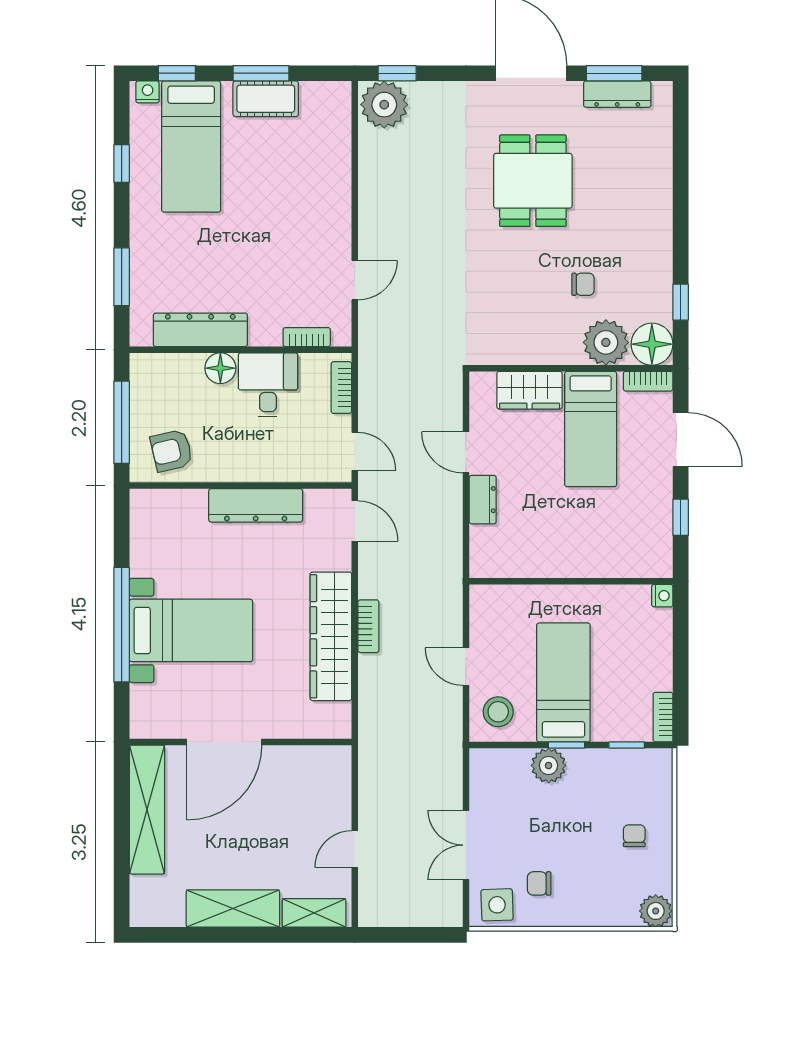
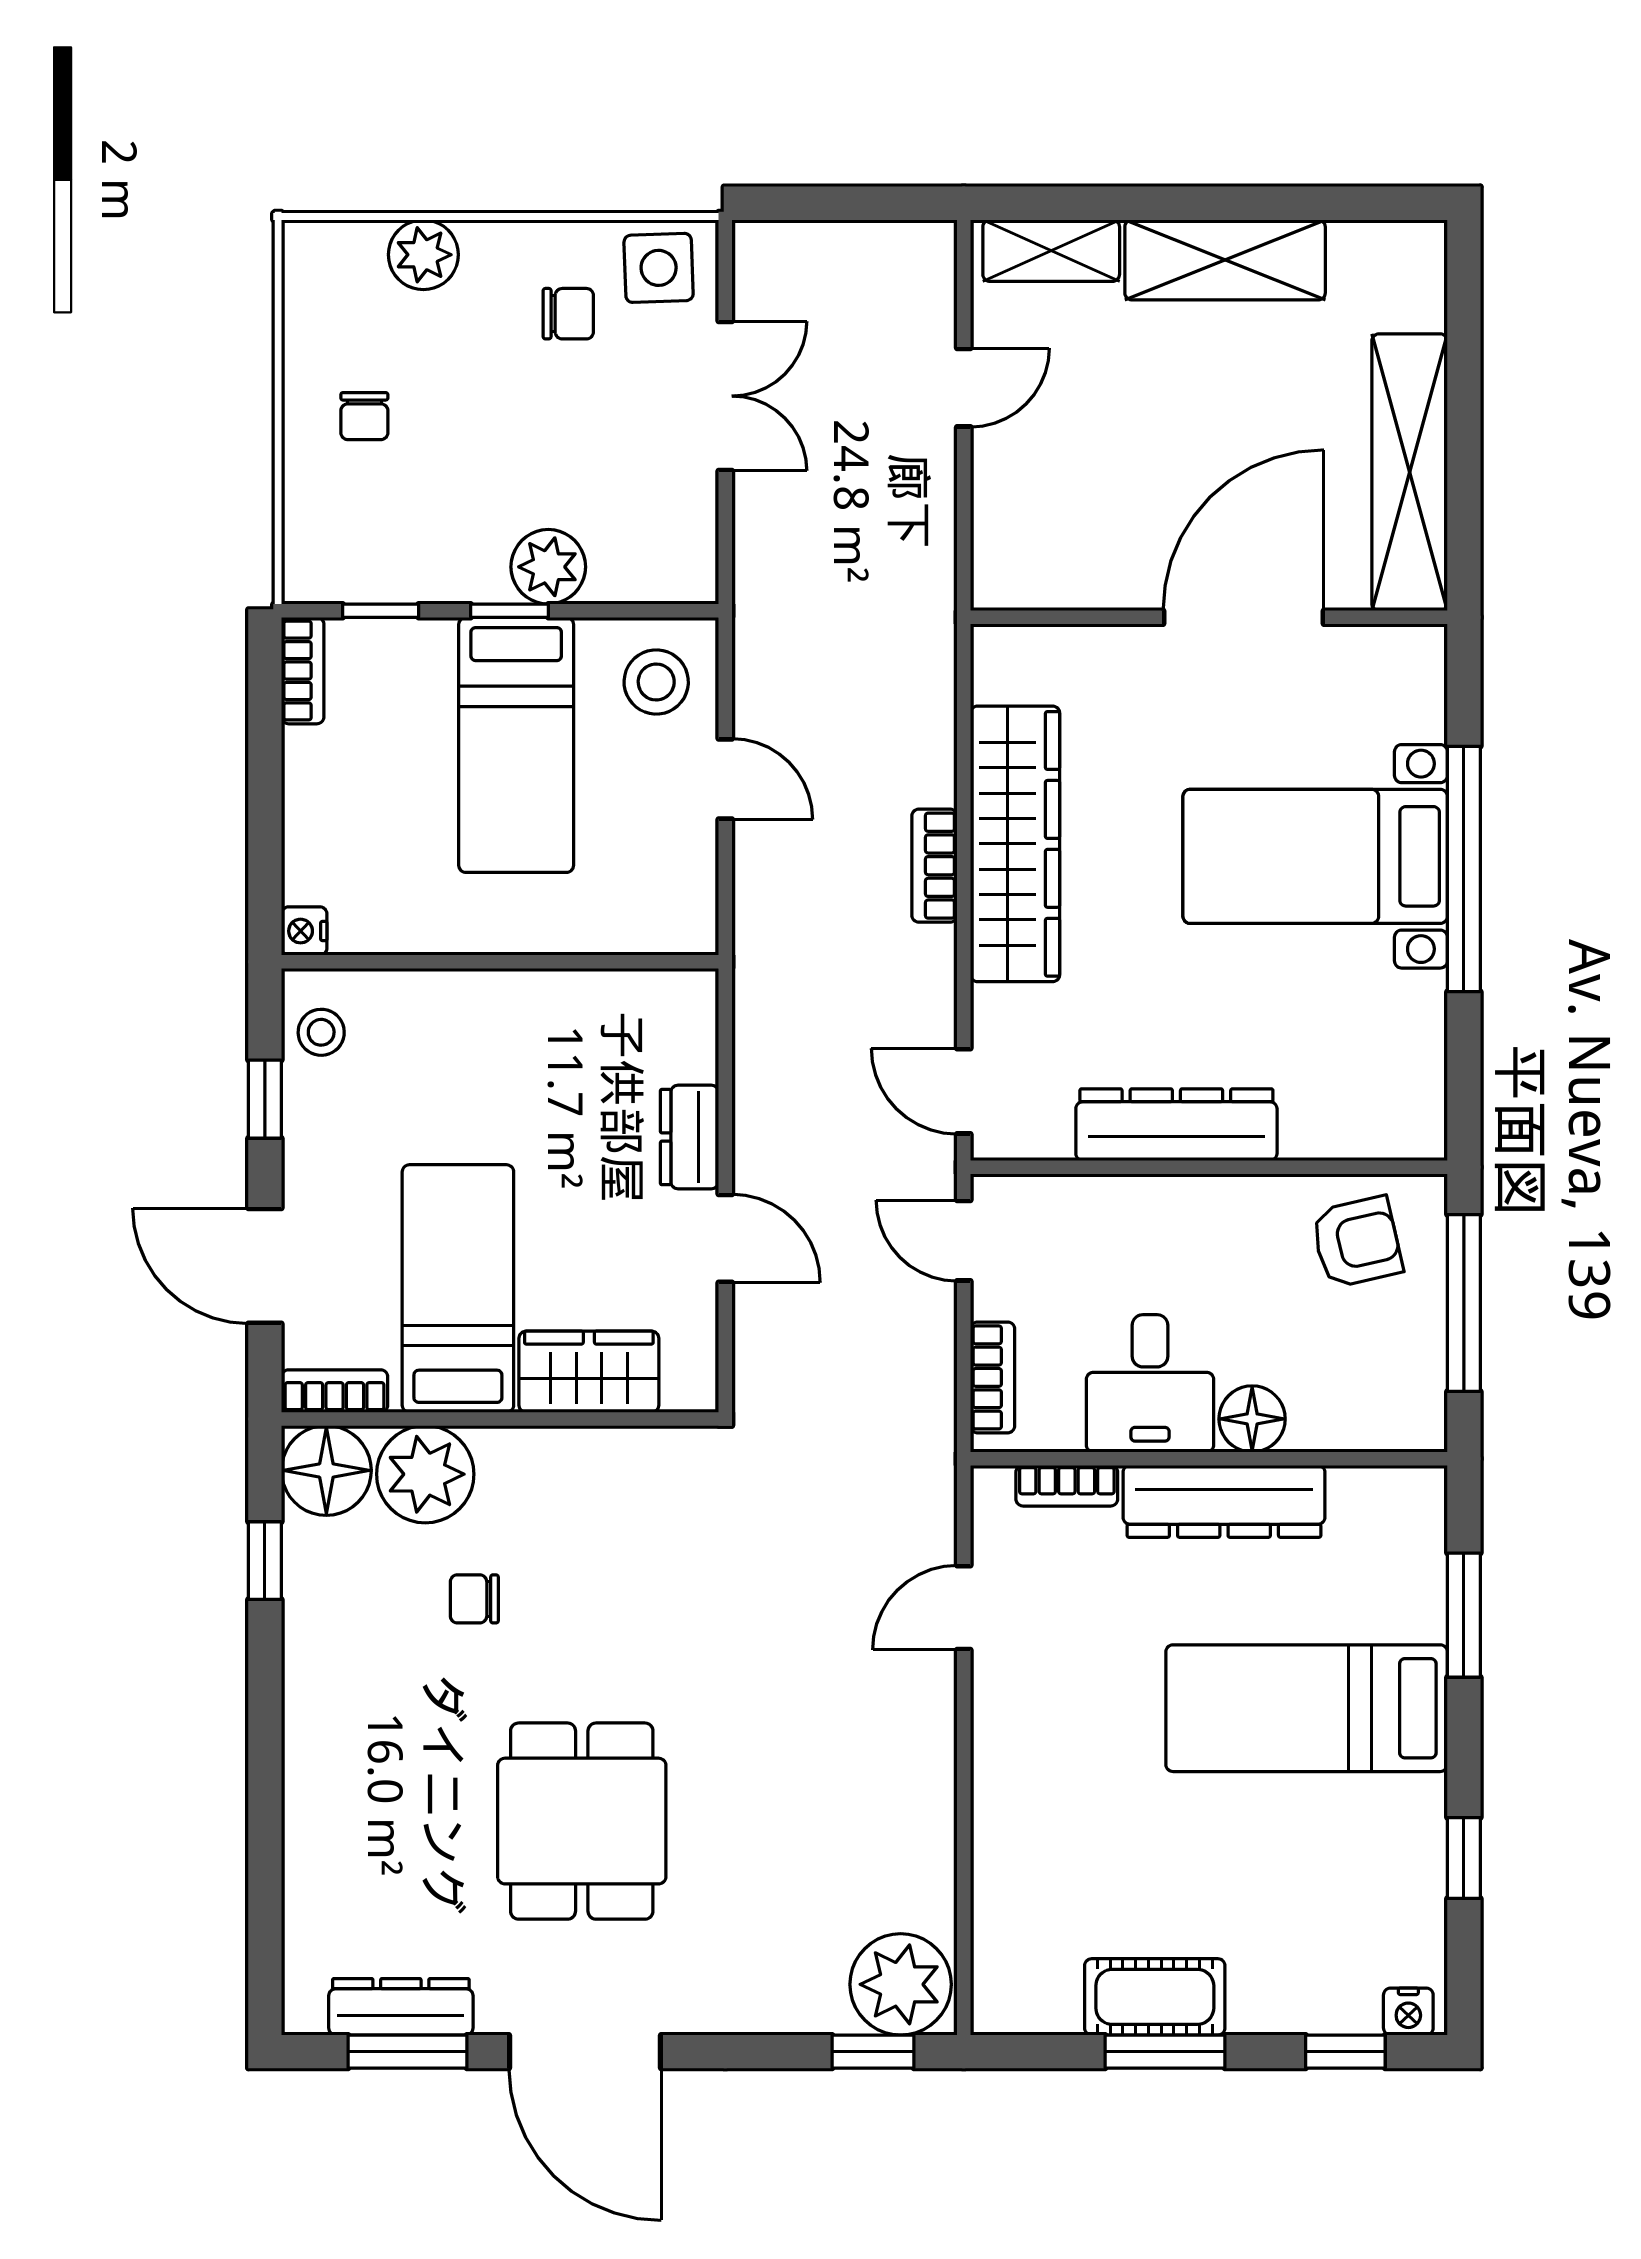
bed: (191, 147) -> (1307, 1708), moved, turned -90
dresser: (200, 330) -> (1224, 1501), moved
stool: (654, 548) -> (321, 1032), added
plant: (656, 911) -> (423, 255), moved

